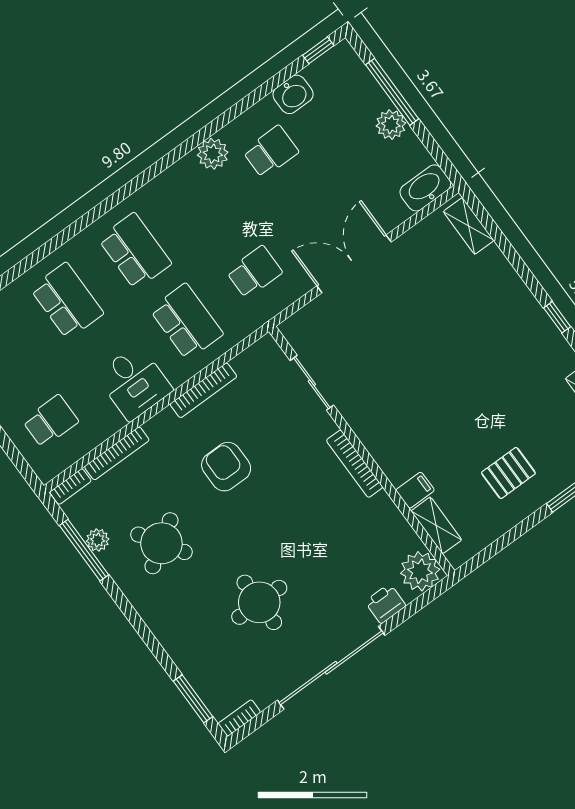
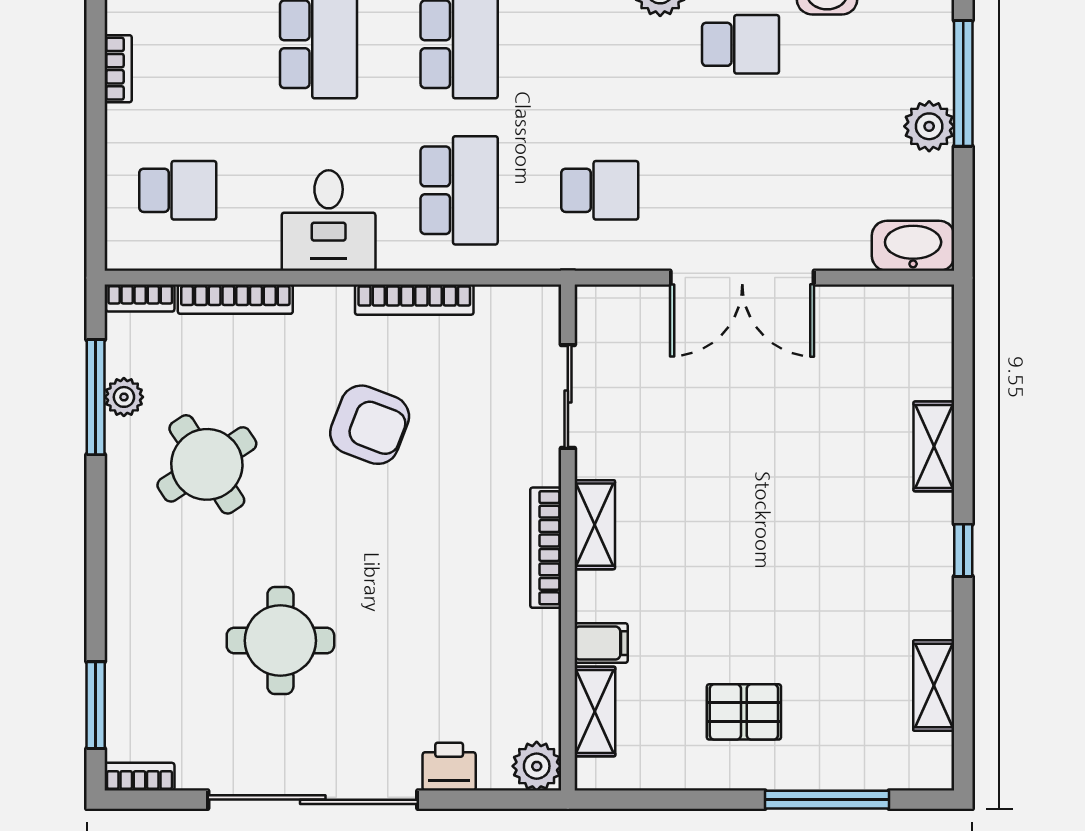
shelving: (469, 226) -> (934, 446), moved
double door: (354, 264) -> (742, 278), swing flipped
shelving: (370, 435) -> (595, 525), added
armchair: (226, 467) -> (370, 425), turned 111
plant: (420, 571) -> (537, 766), width x0.73, depth x0.73

